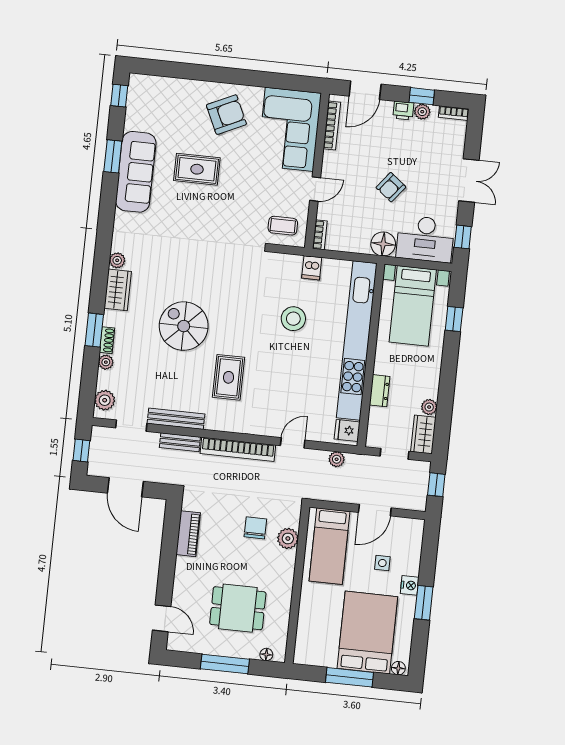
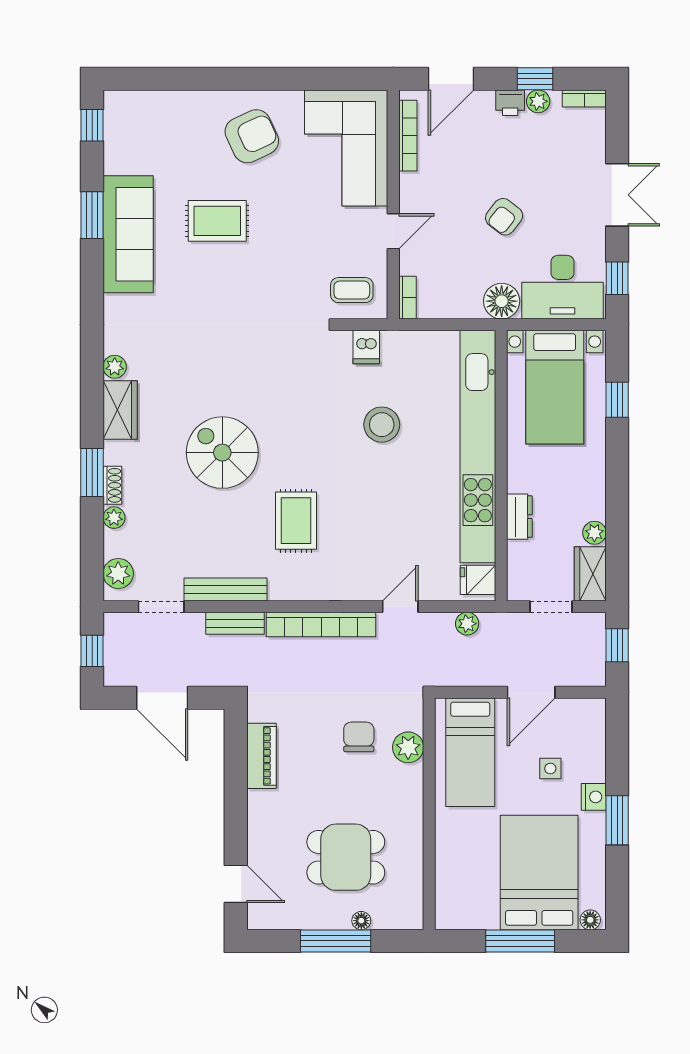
dishwasher: (312, 268) -> (366, 347), moved
floor lamp: (266, 655) -> (361, 921), moved

